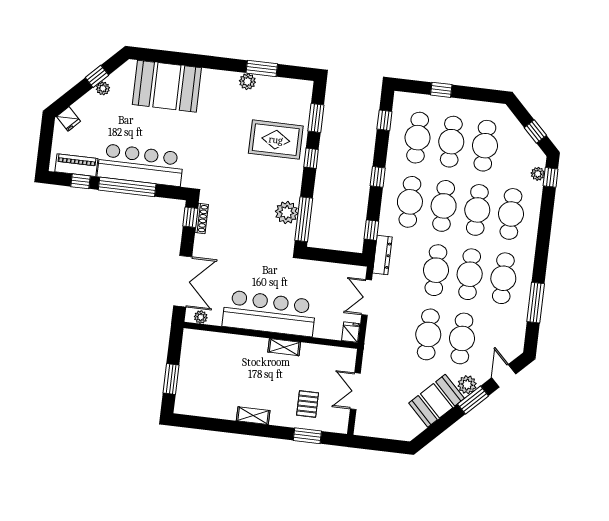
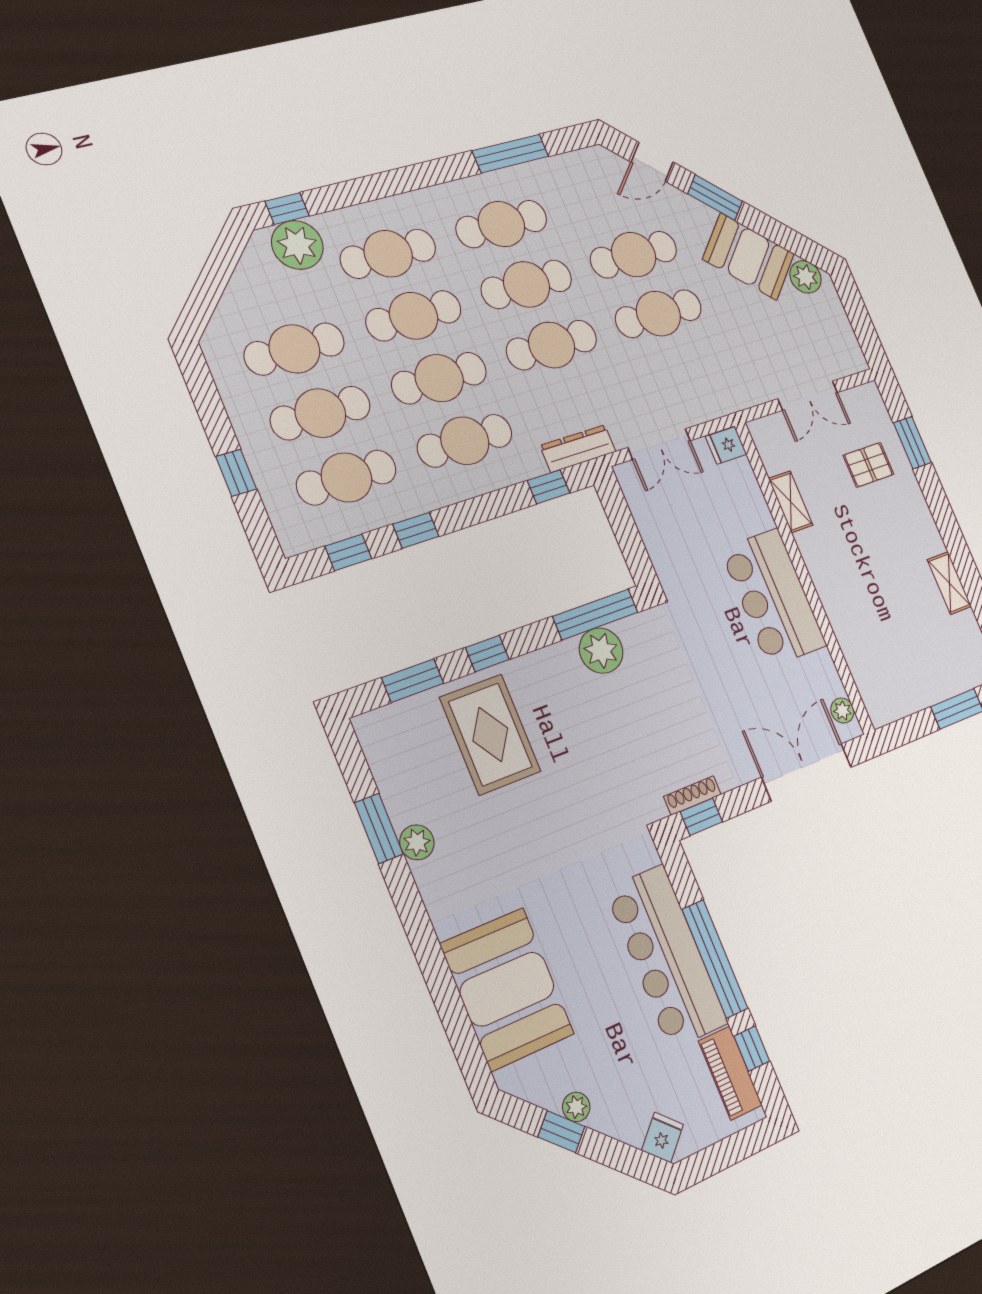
window: (535, 132) -> (219, 268), removed
plant: (538, 174) -> (297, 245), width x1.87, depth x1.87
window: (378, 177) -> (416, 530), moved
bar counter: (269, 313) -> (773, 597), width x0.73
shelving: (284, 347) -> (791, 502), moved
plant: (467, 385) -> (806, 277), moved
shelving: (253, 416) -> (949, 583), moved

